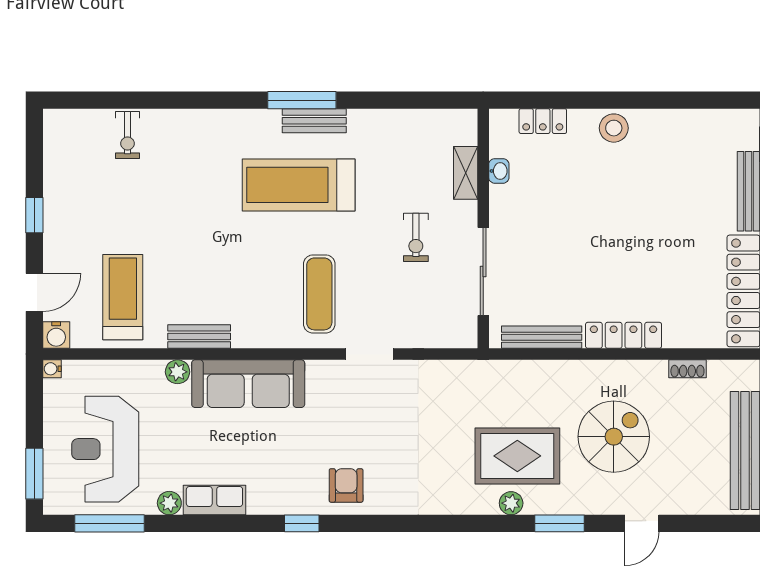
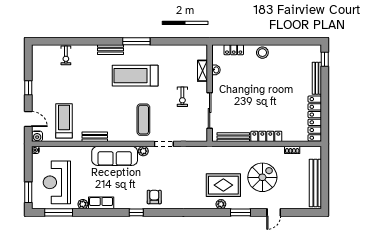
bench: (314, 121) -> (110, 50), moved
door: (34, 292) -> (28, 119), hinge flipped
plant: (178, 372) -> (143, 151), moved

